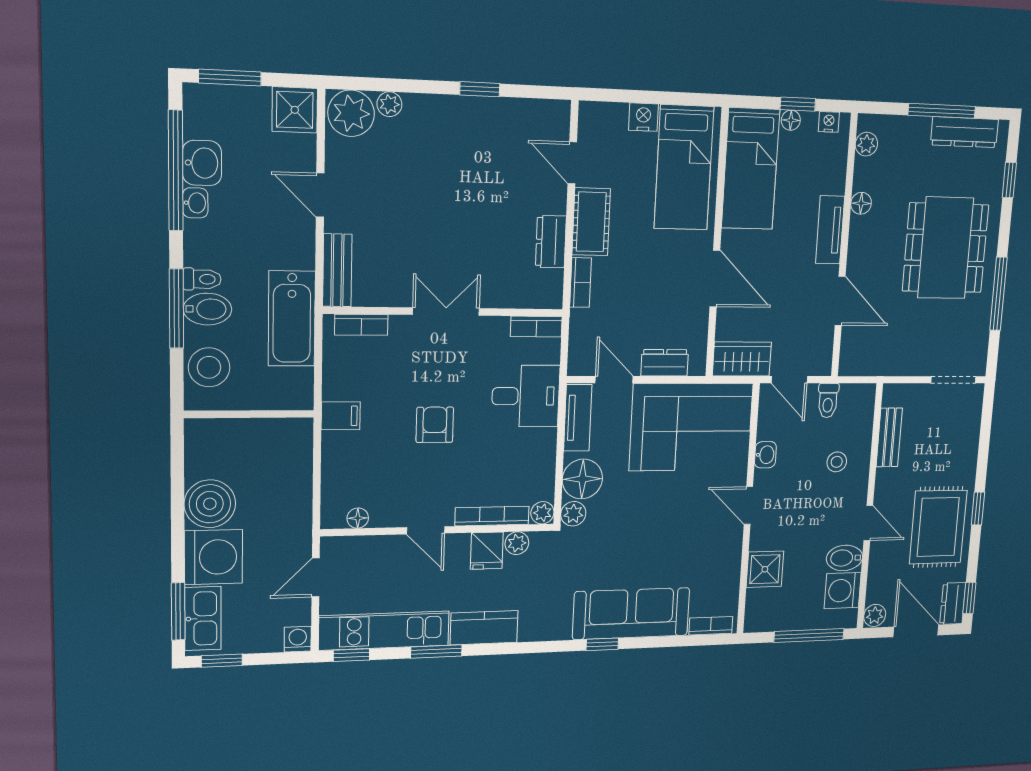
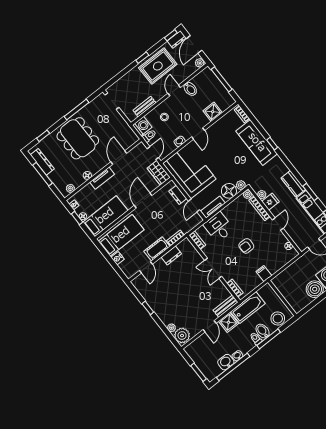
shower: (295, 110) -> (228, 322), moved
dining table: (946, 248) -> (78, 138), turned 90
washing machine: (843, 591) -> (142, 126), moved, turned -90

